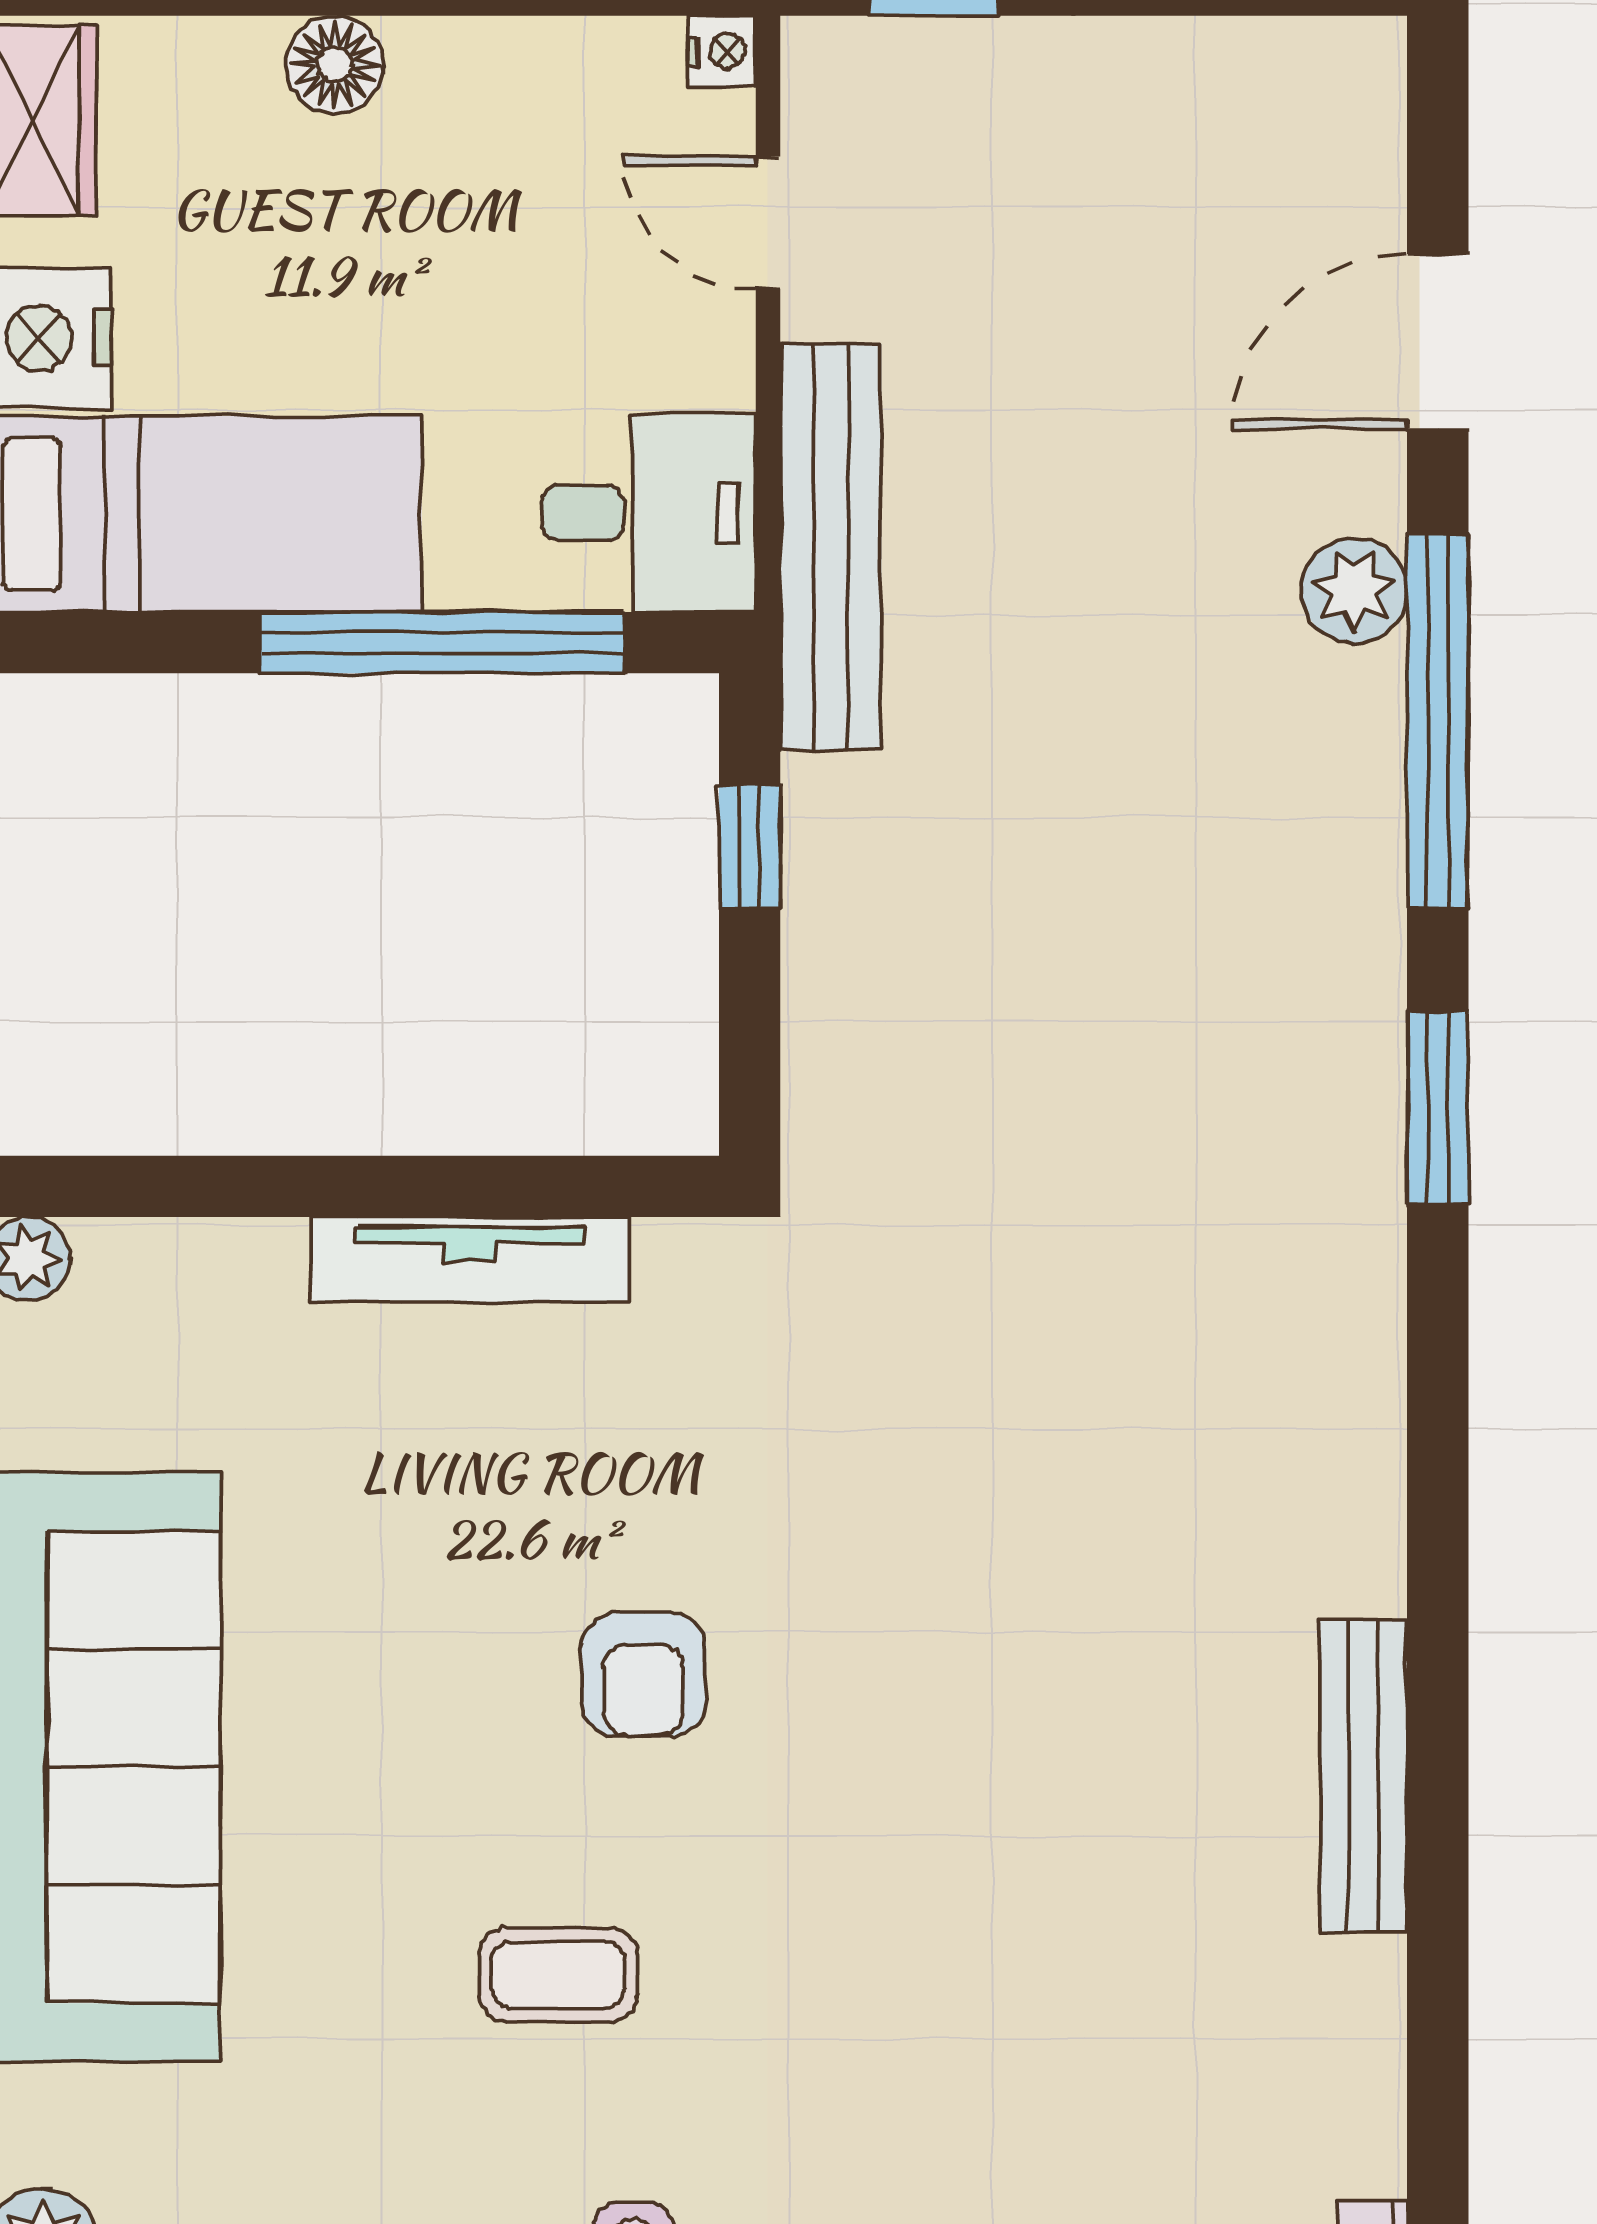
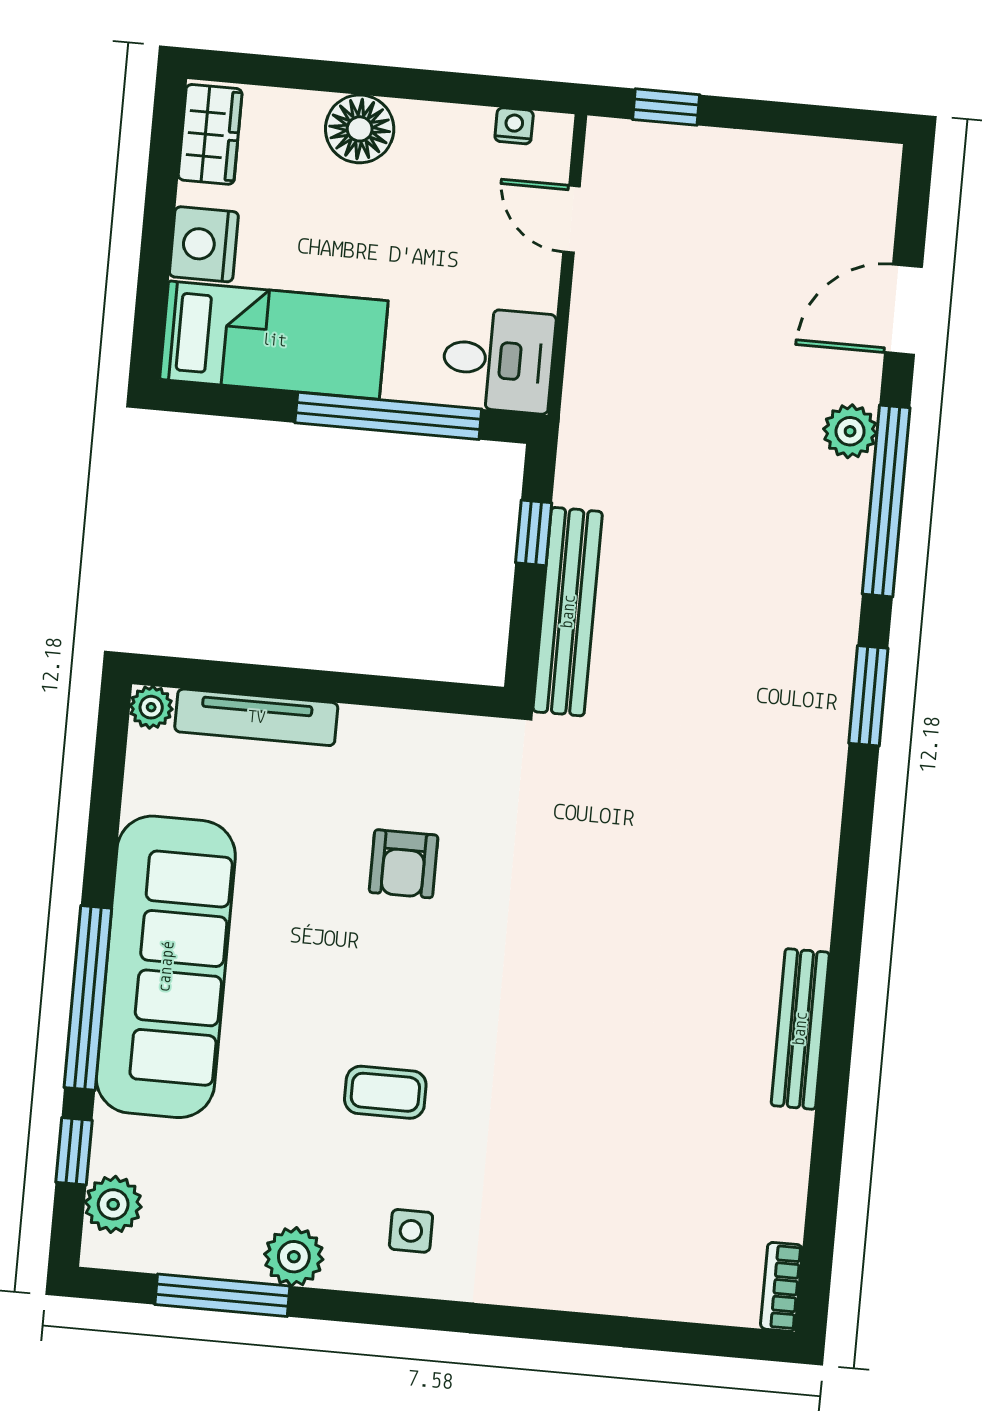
nightstand: (722, 51) -> (514, 126), moved, turned -90
floor lamp: (335, 65) -> (360, 129), width x1.38, depth x1.38
bench: (831, 547) -> (568, 612), moved
tv unit: (470, 1260) -> (256, 717), moved
armchair: (644, 1675) -> (404, 864), moved

